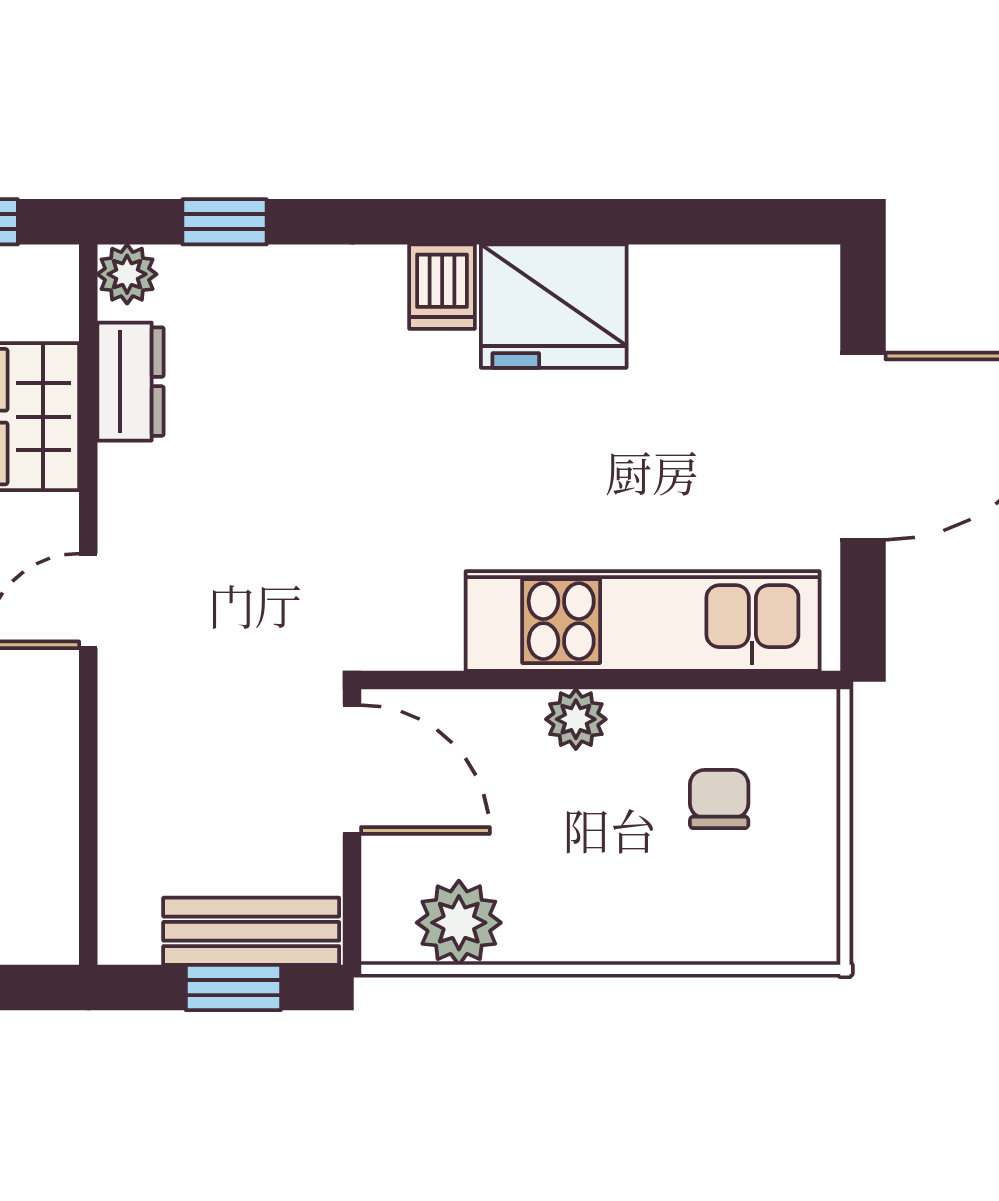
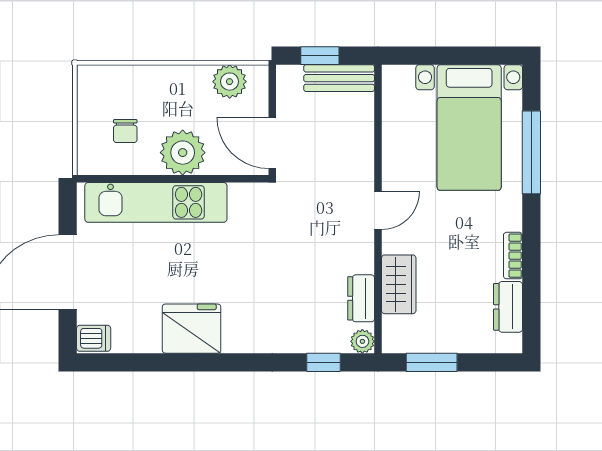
dishwasher: (442, 287) -> (94, 338), moved, turned 90
plant: (576, 719) -> (183, 153), width x1.88, depth x1.88
bench: (251, 931) -> (339, 78), moved

